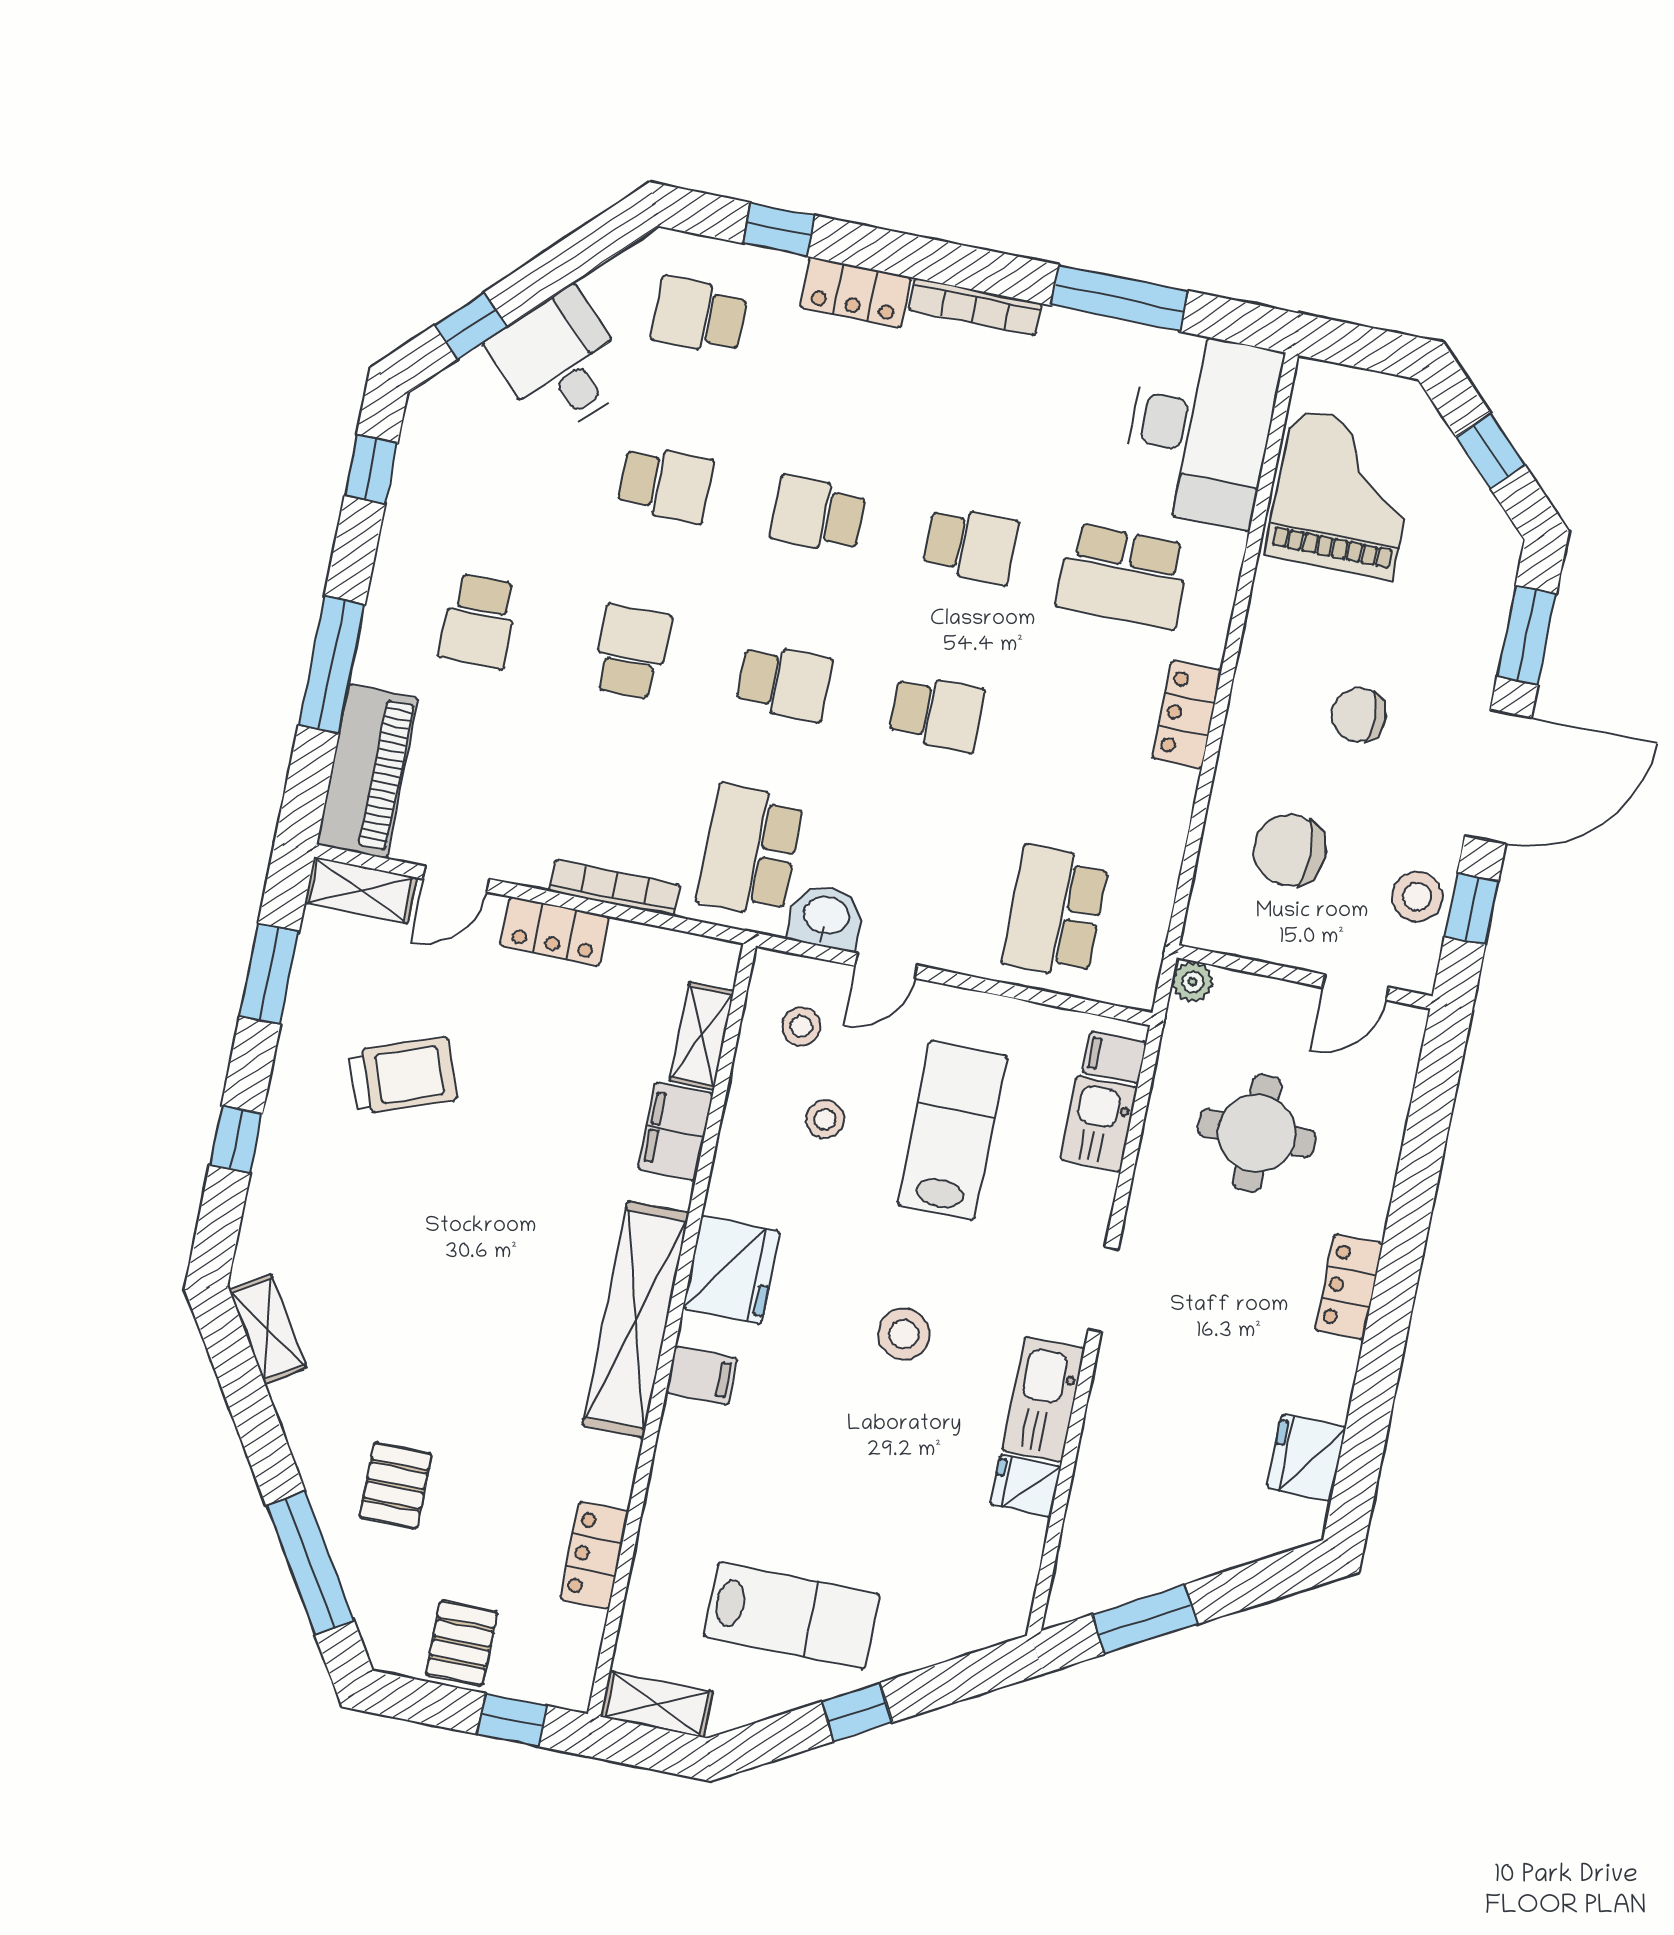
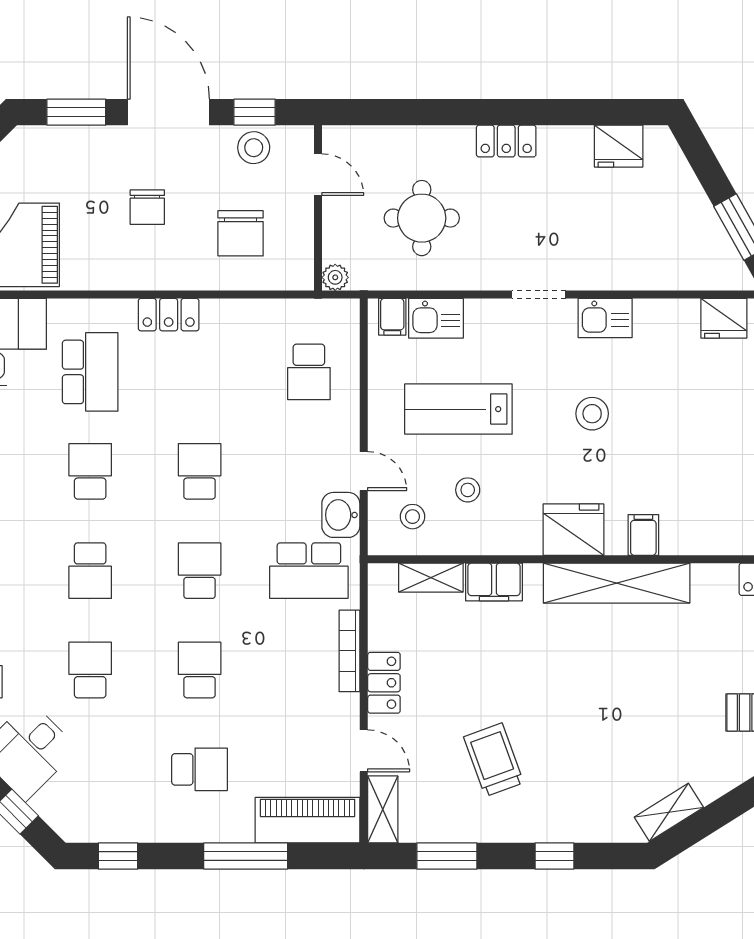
school desk: (632, 652) -> (200, 670), turned 90
school desk: (1055, 912) -> (309, 372), width x0.54
kitchen sink: (1043, 1399) -> (605, 318), width x0.73
fridge: (1026, 1486) -> (724, 318), moved, width x1.38

